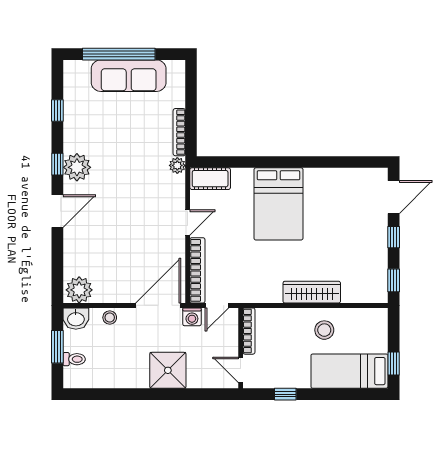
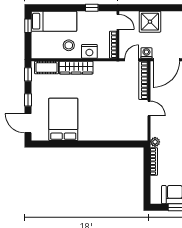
cot: (210, 179) -> (47, 67), moved
door: (394, 197) -> (28, 123), hinge flipped
bed: (278, 204) -> (63, 119), moved
door: (188, 222) -> (149, 108), swing flipped
nightstand: (289, 320) -> (89, 51), added
shower: (168, 370) -> (150, 22), moved

